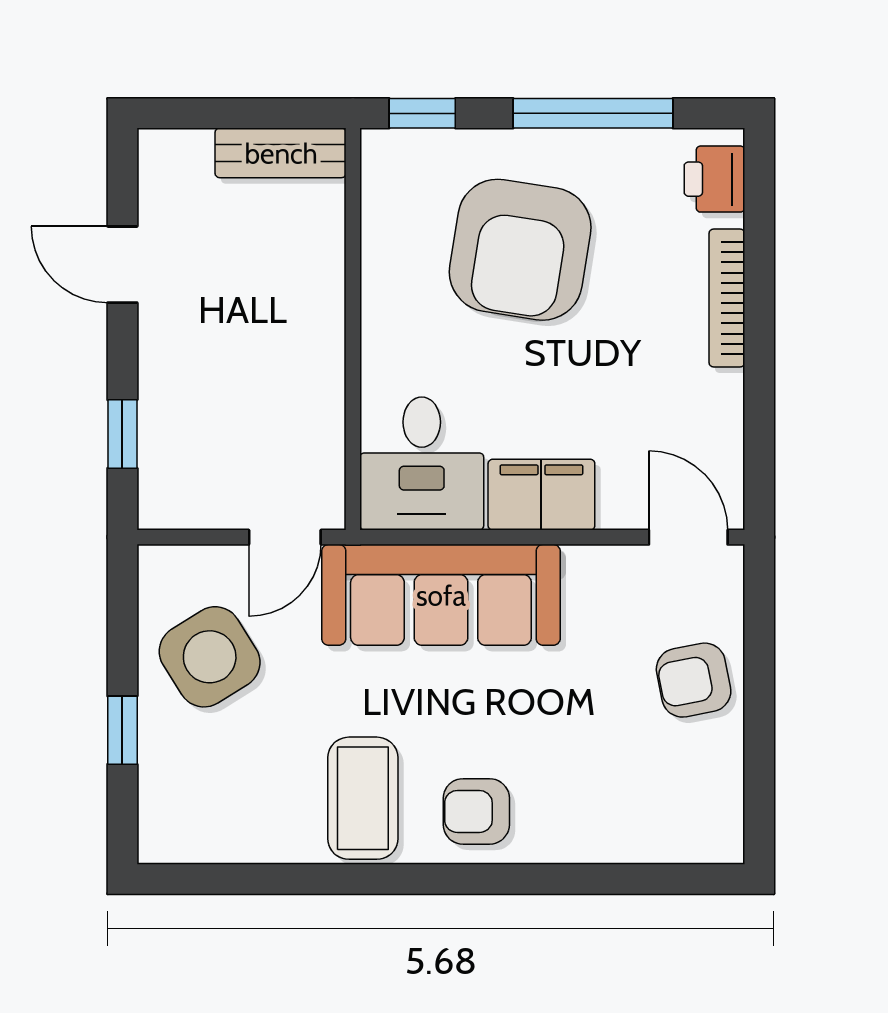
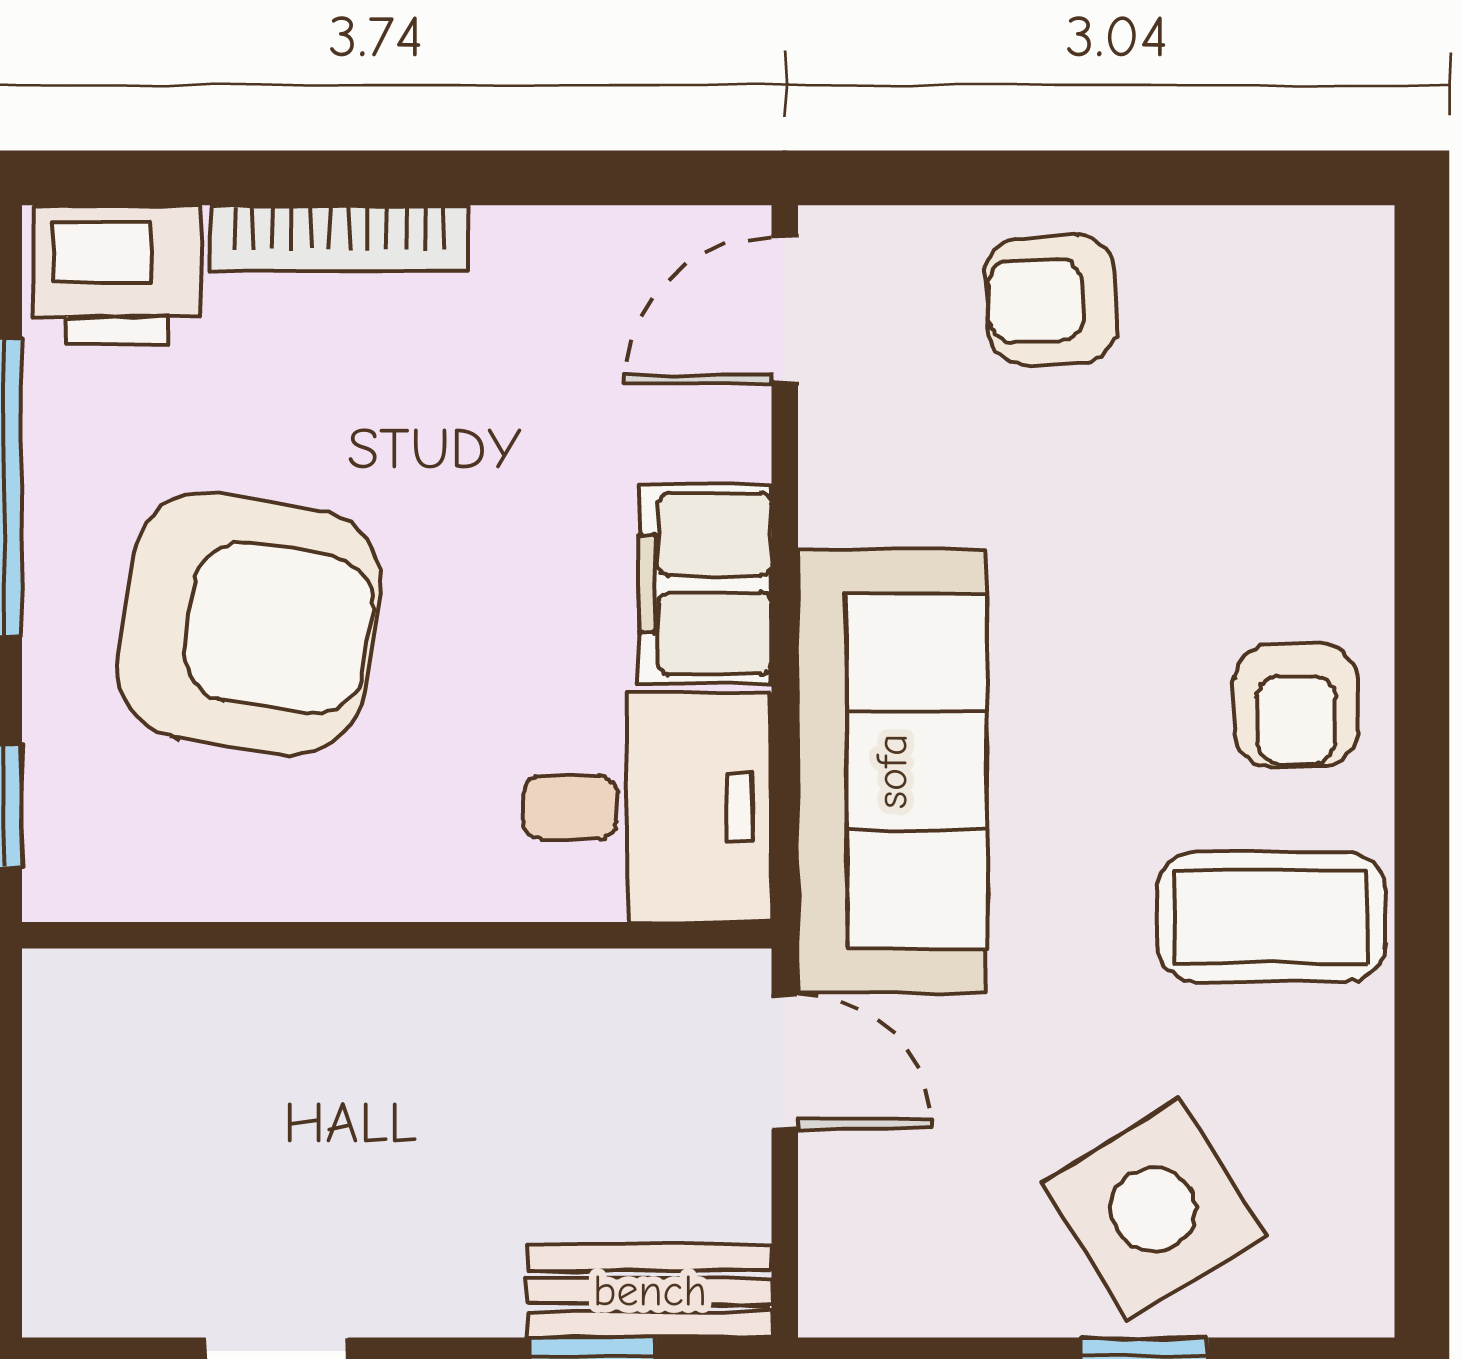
bench: (281, 153) -> (650, 1291), moved, turned 90
printer: (714, 179) -> (117, 275), width x1.36, depth x1.24
side table: (210, 657) -> (1153, 1209), moved
armchair: (694, 680) -> (1051, 300), turned 98

